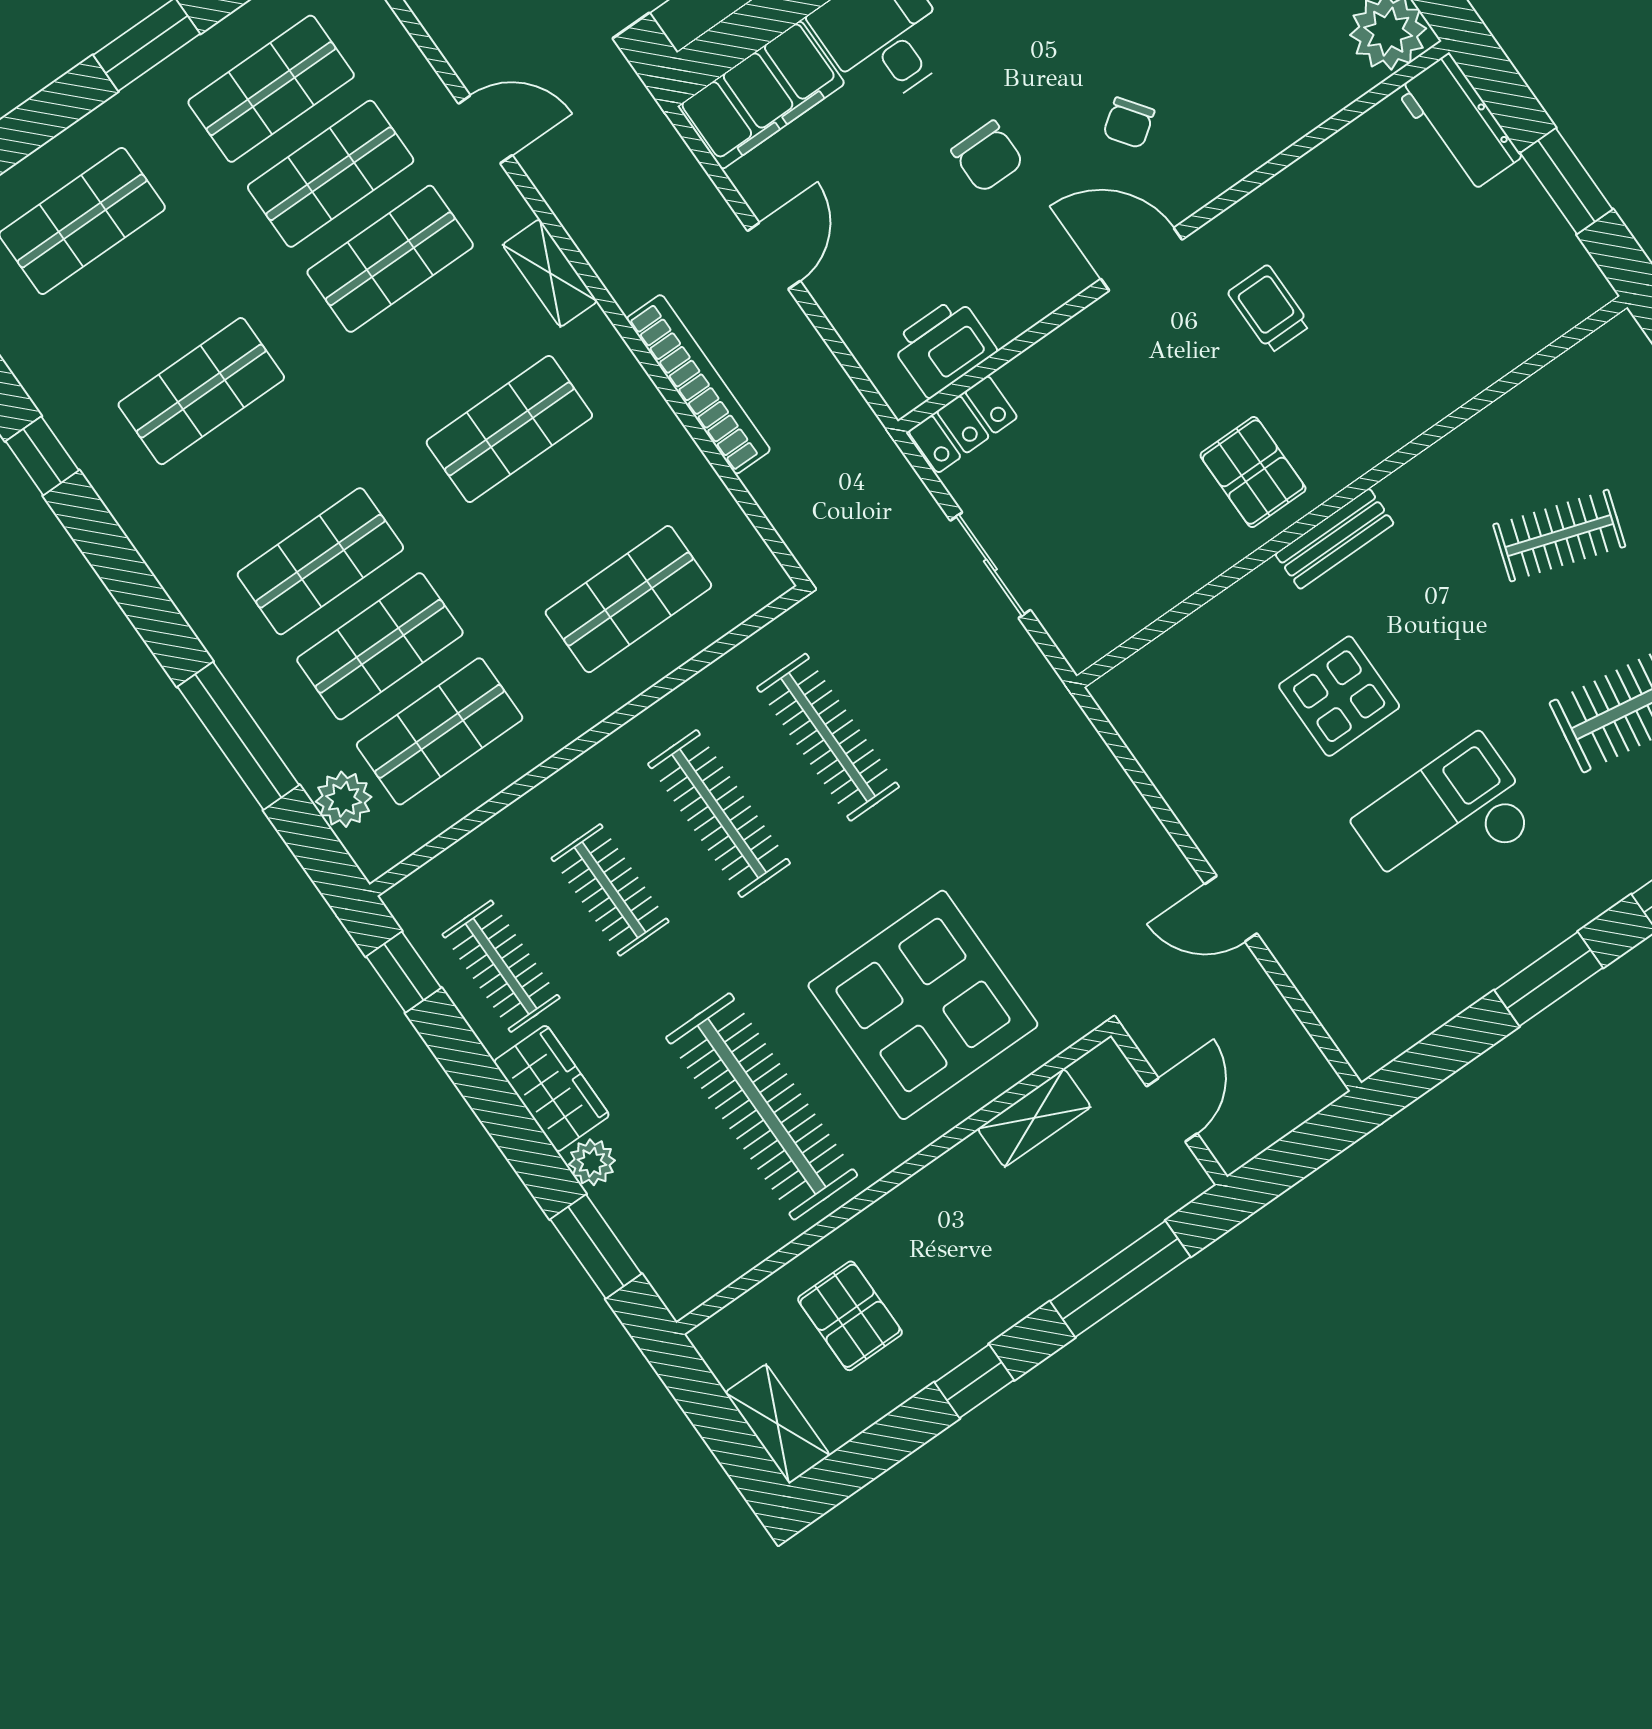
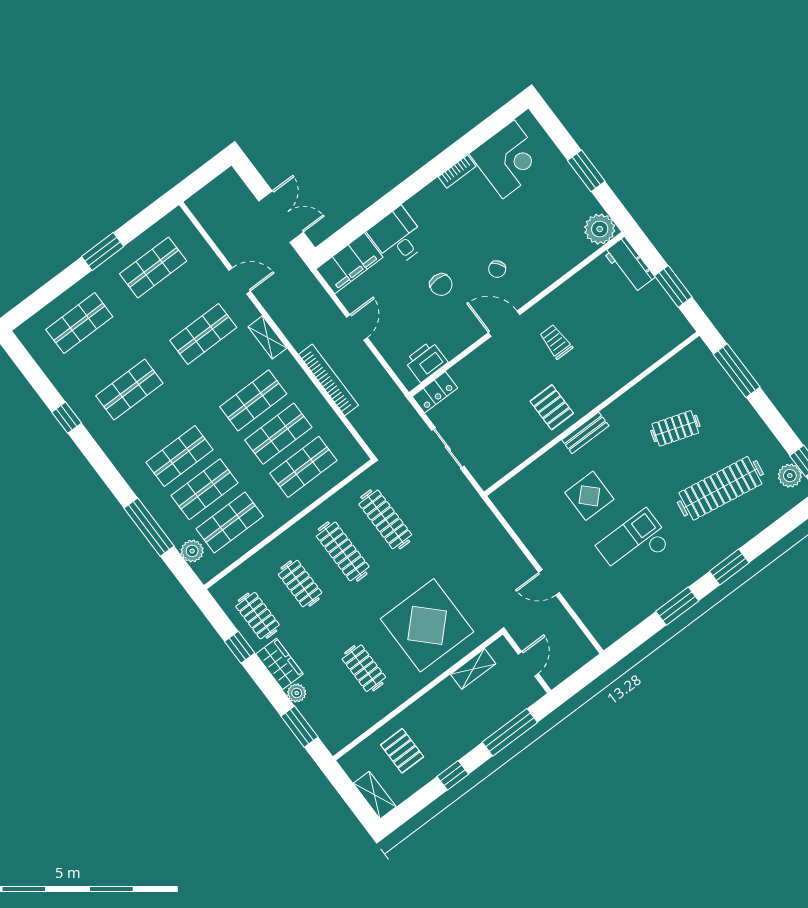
shop shelf: (331, 174) -> (278, 434), moved
window: (404, 972) -> (240, 647), moved
clothes rail: (762, 1106) -> (364, 668), width x0.54, depth x0.76

